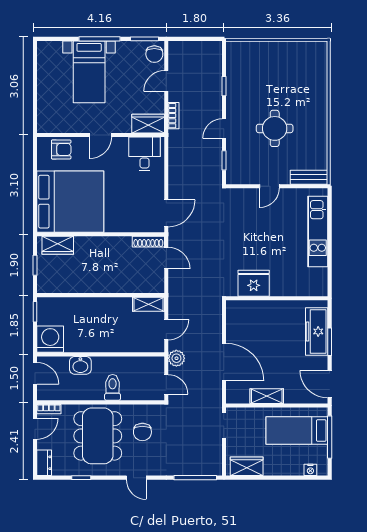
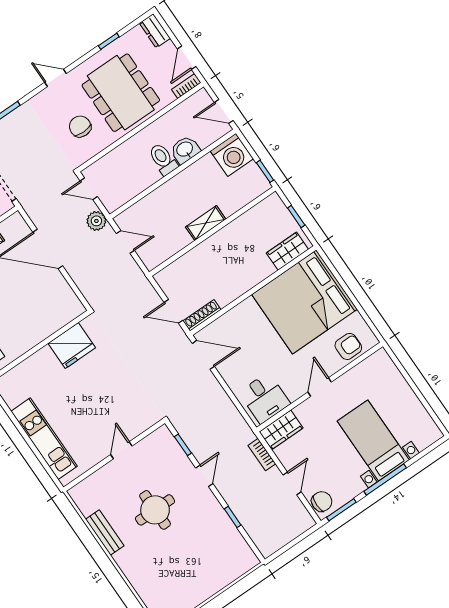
chair: (154, 54) -> (322, 502), turned 90
armchair: (61, 149) -> (348, 346), turned 180
bench: (309, 177) -> (105, 532), moved, turned 90
door: (166, 213) -> (203, 355), swing flipped
shelving: (148, 304) -> (206, 223), moved
door: (166, 330) -> (125, 242), swing flipped
toilet: (113, 387) -> (163, 159), moved, turned 180

